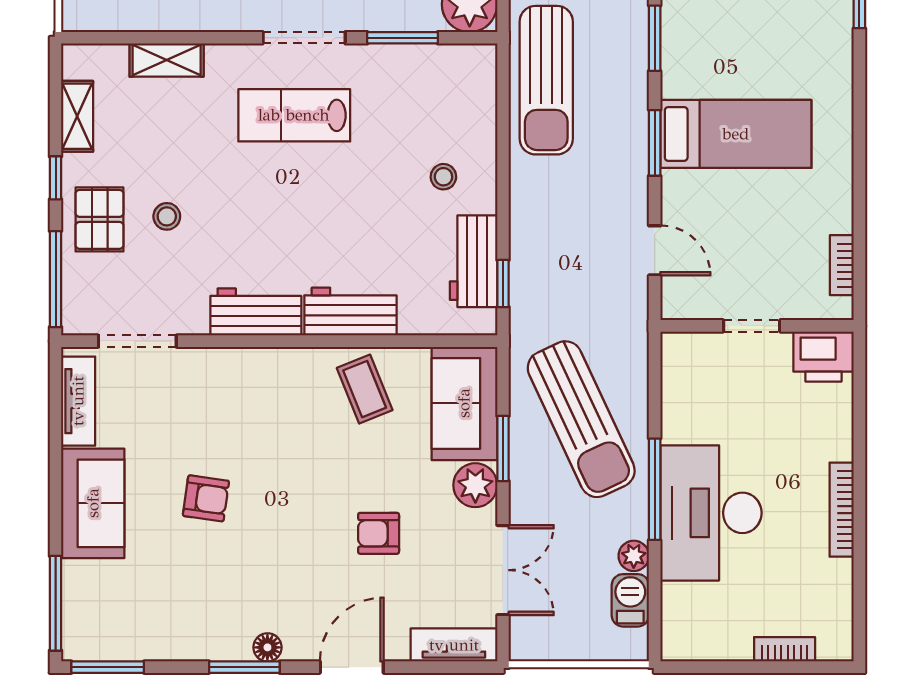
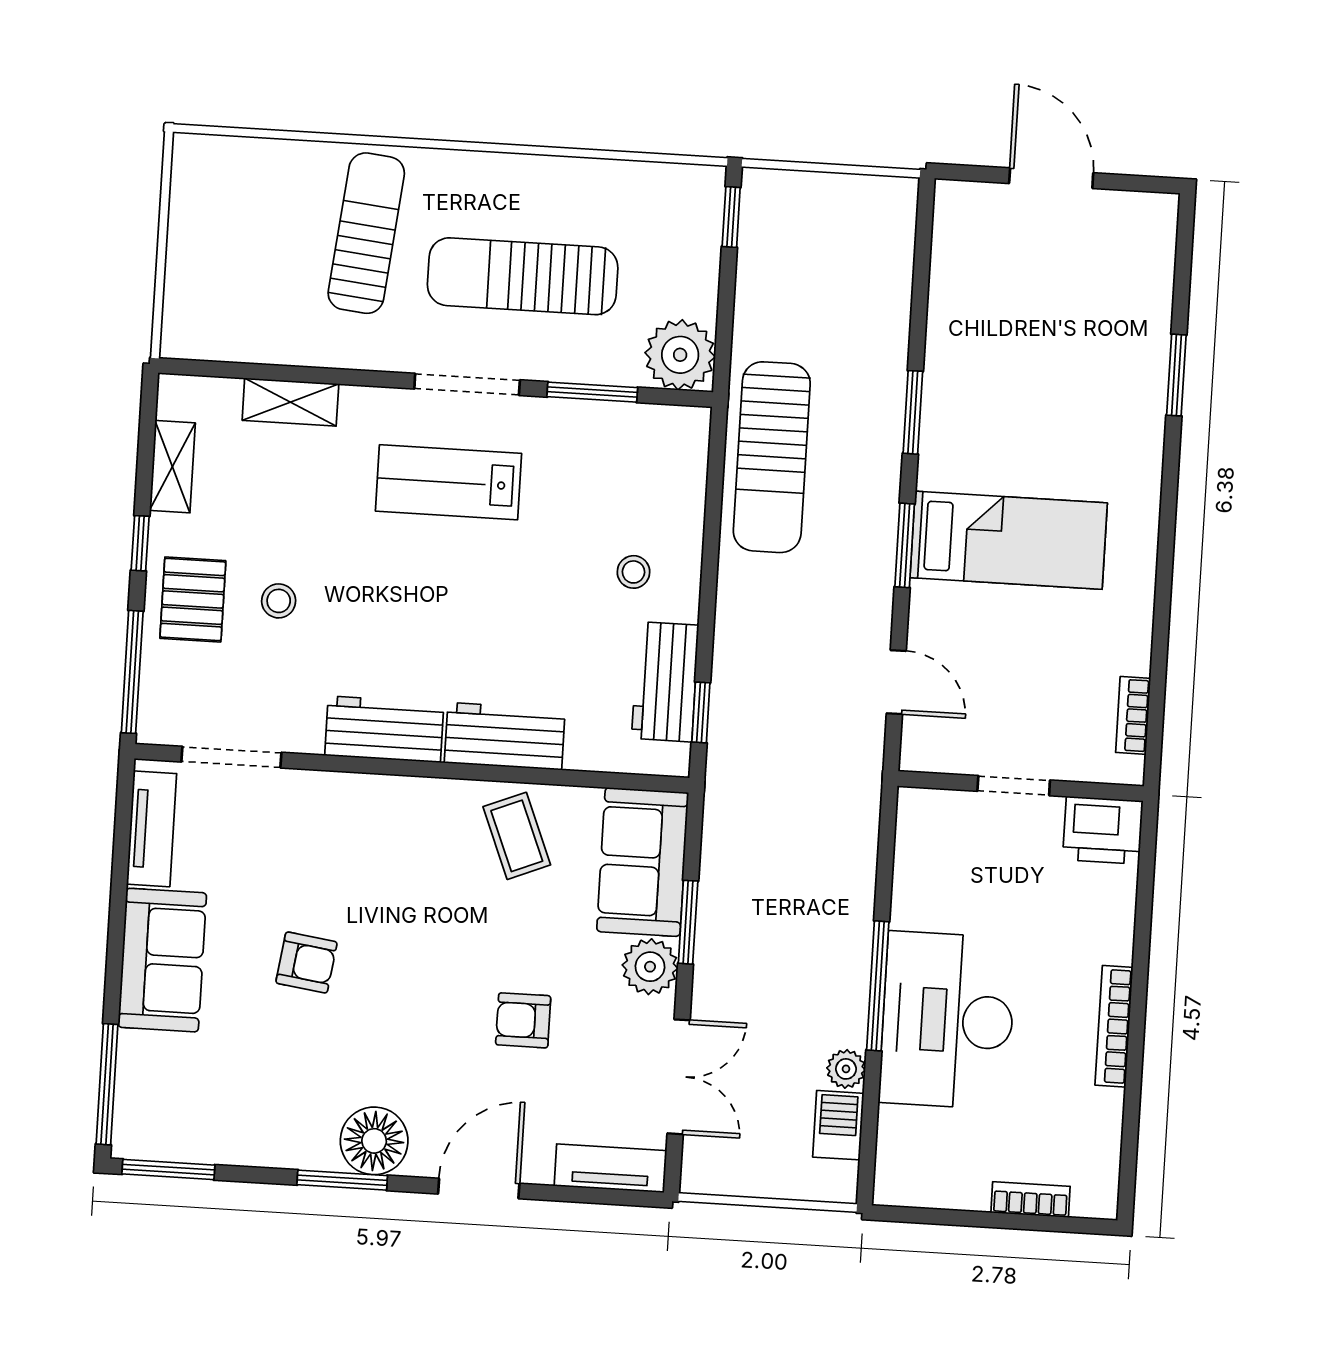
sun lounger: (581, 419) -> (790, 891), removed
floor lamp: (267, 647) -> (374, 1141), width x1.89, depth x1.89

